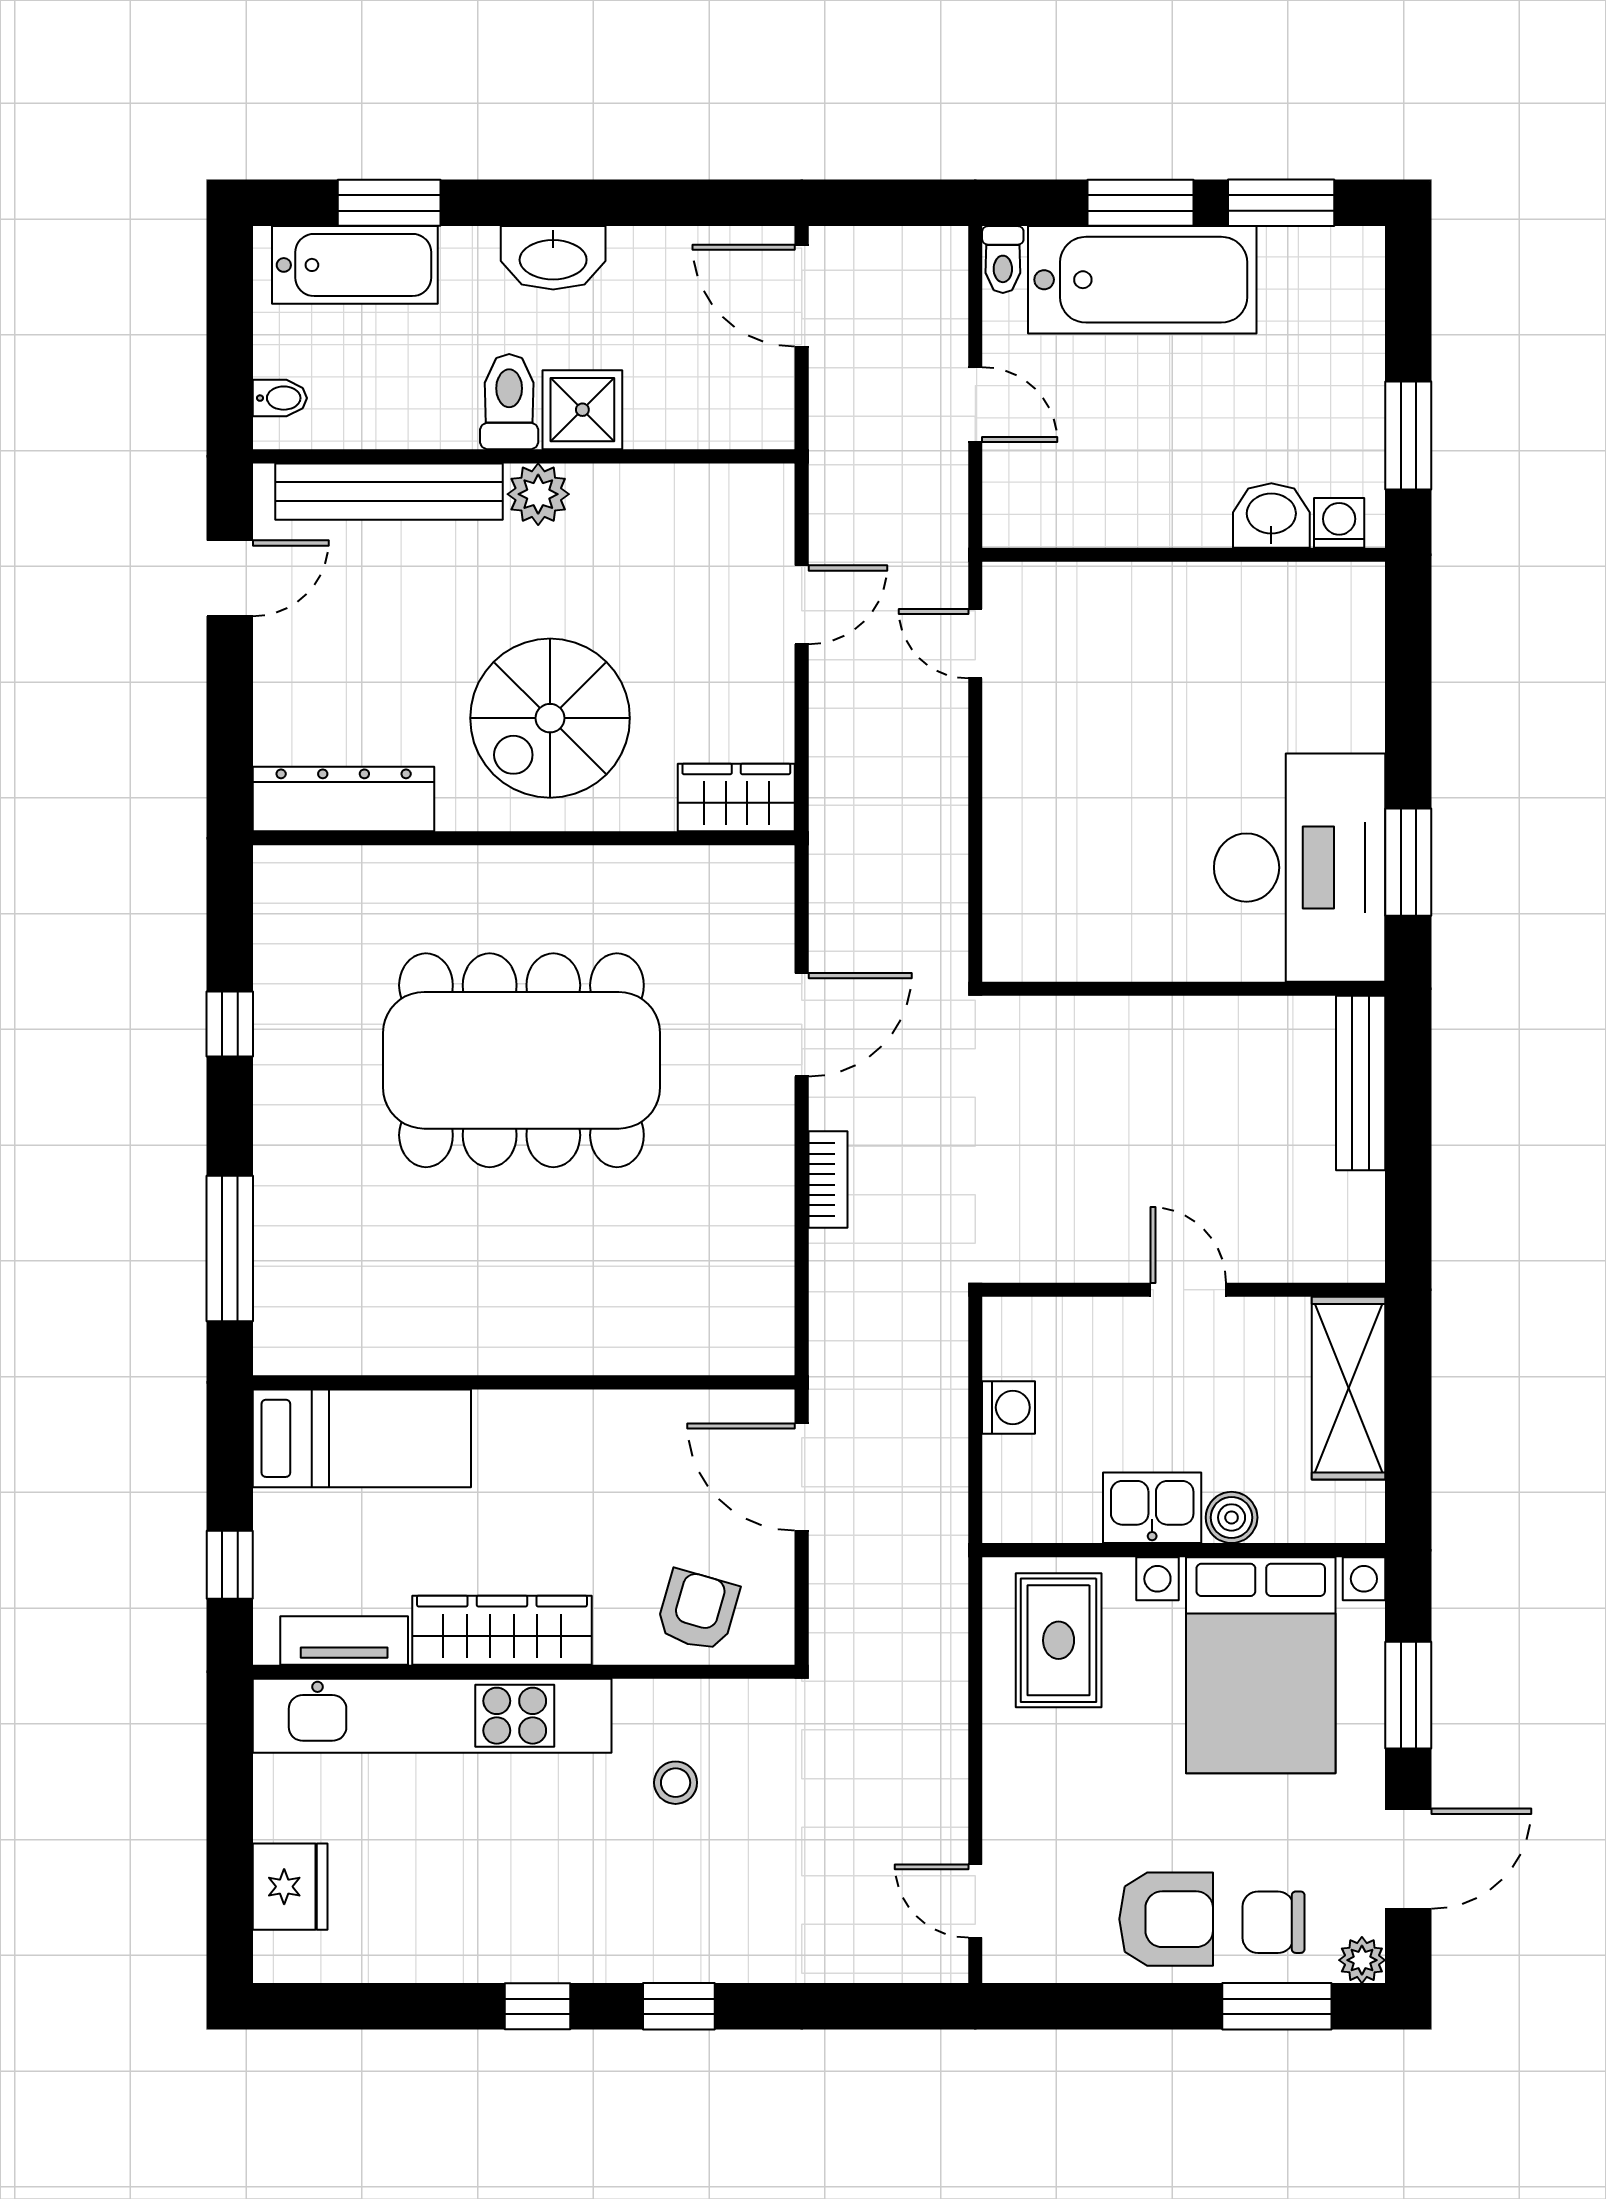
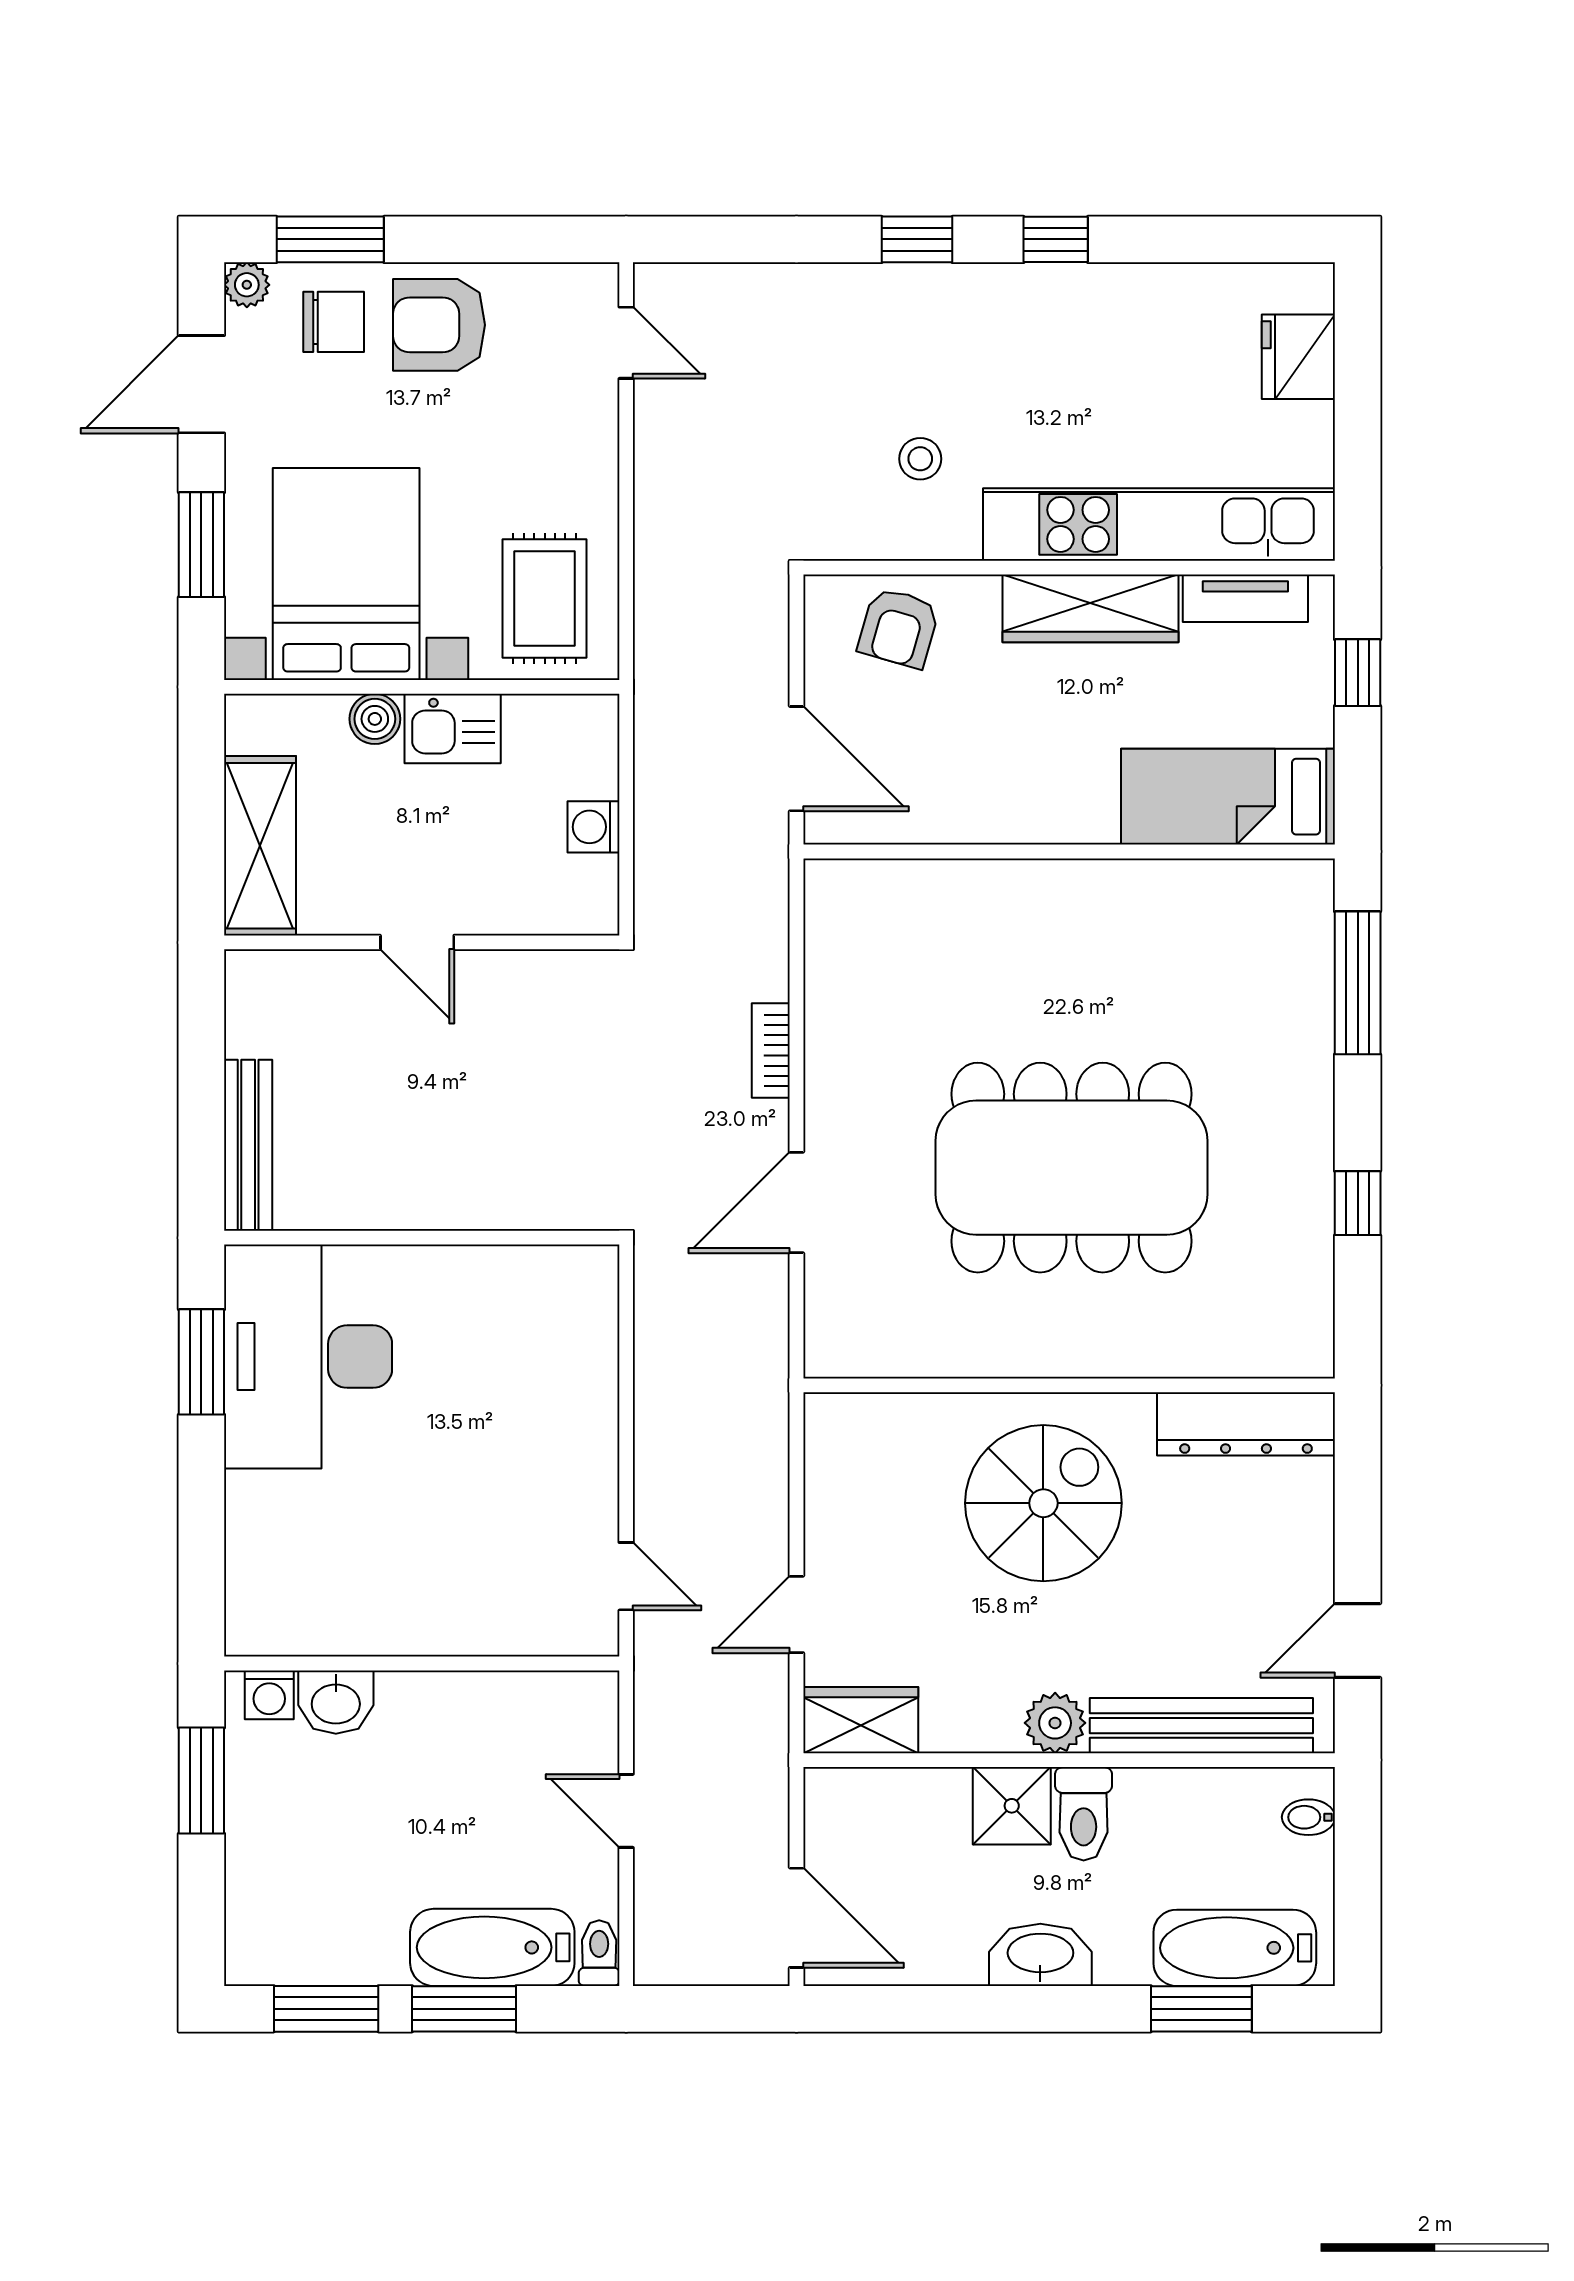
bathtub: (1142, 280) -> (492, 1947), width x0.73, depth x0.73
wardrobe: (736, 797) -> (861, 1720), moved, turned 180

